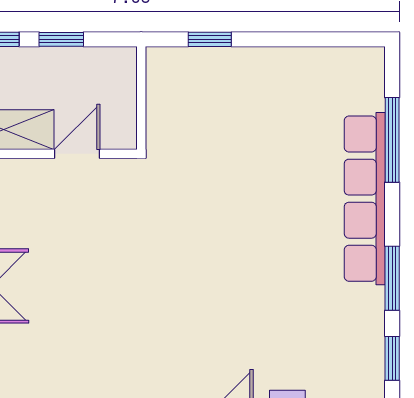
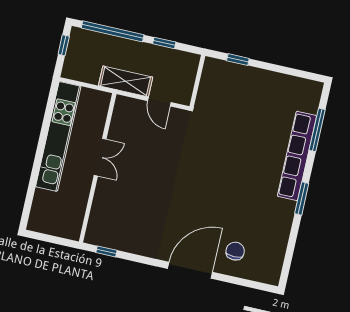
door: (77, 154) -> (159, 102), swing flipped
window: (392, 358) -> (293, 238), removed

